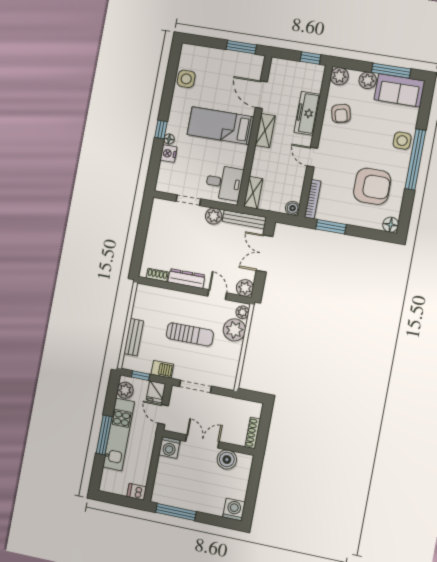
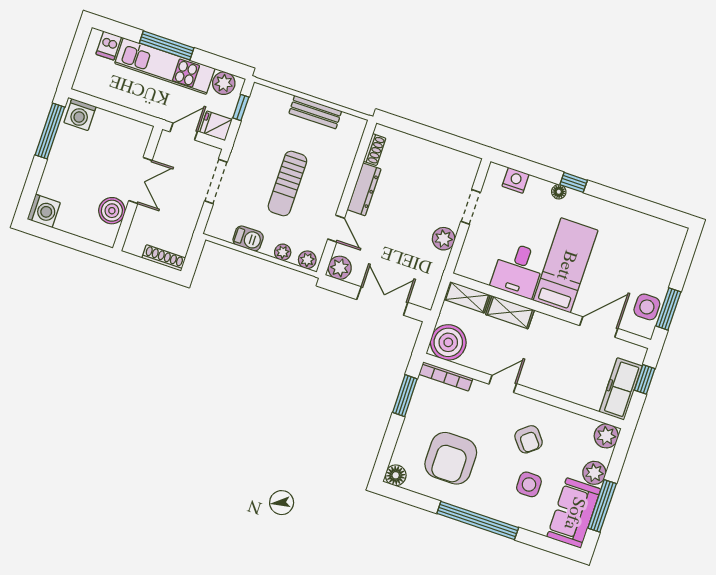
window: (310, 58) -> (645, 379), moved
side table: (186, 79) -> (647, 307), moved
freezer: (307, 113) -> (621, 389), moved, turned -90
armchair: (341, 113) -> (529, 439), moved, turned -115
shelving: (265, 130) -> (510, 312), moved
side table: (402, 141) -> (529, 484), moved
nightstand: (168, 154) -> (516, 180), moved
desk: (224, 183) -> (518, 270), moved
boiler: (293, 208) -> (448, 342), width x1.86, depth x1.86
bench: (244, 219) -> (433, 280), removed
door: (217, 295) -> (336, 229), hinge flipped
plant: (234, 330) -> (283, 252), width x0.53, depth x0.53
bench: (134, 337) -> (315, 112), moved
barbecue: (162, 369) -> (248, 238), moved, turned -90
shoe rack: (253, 433) -> (164, 258), moved
washing machine: (169, 447) -> (80, 115), moved, turned -90
dishwasher: (137, 492) -> (109, 46), moved, turned 180

